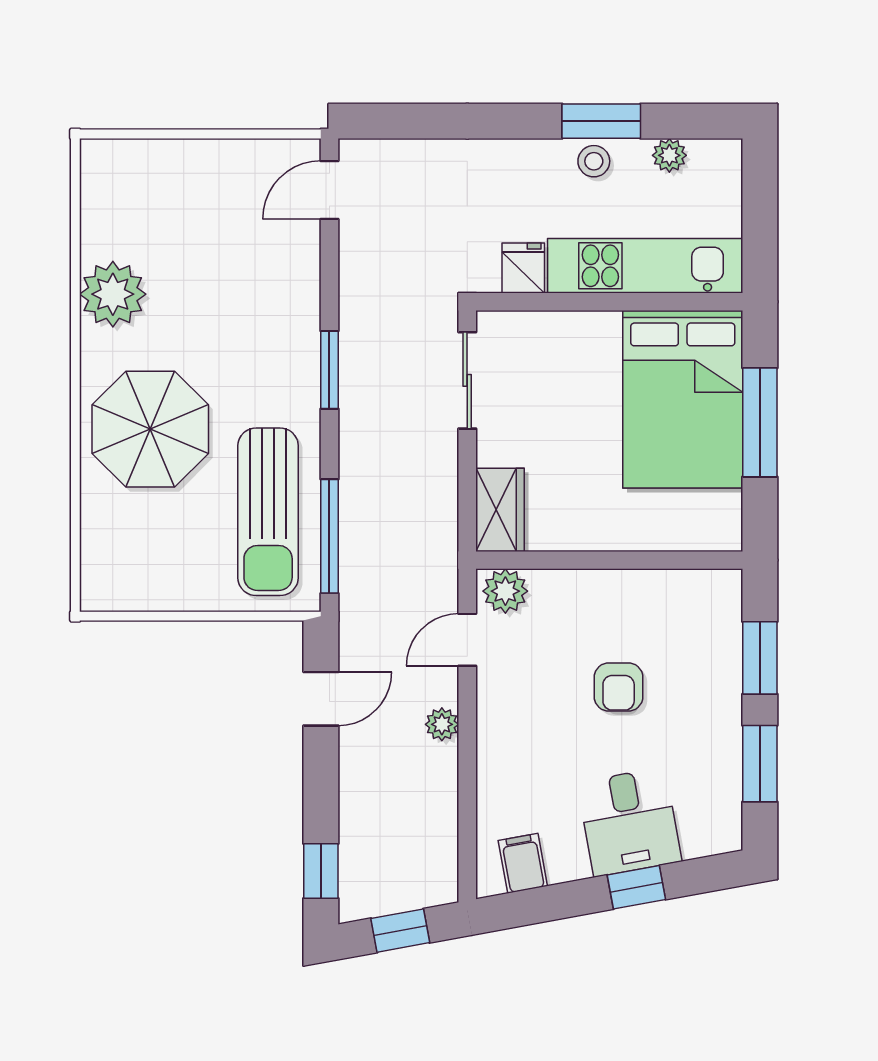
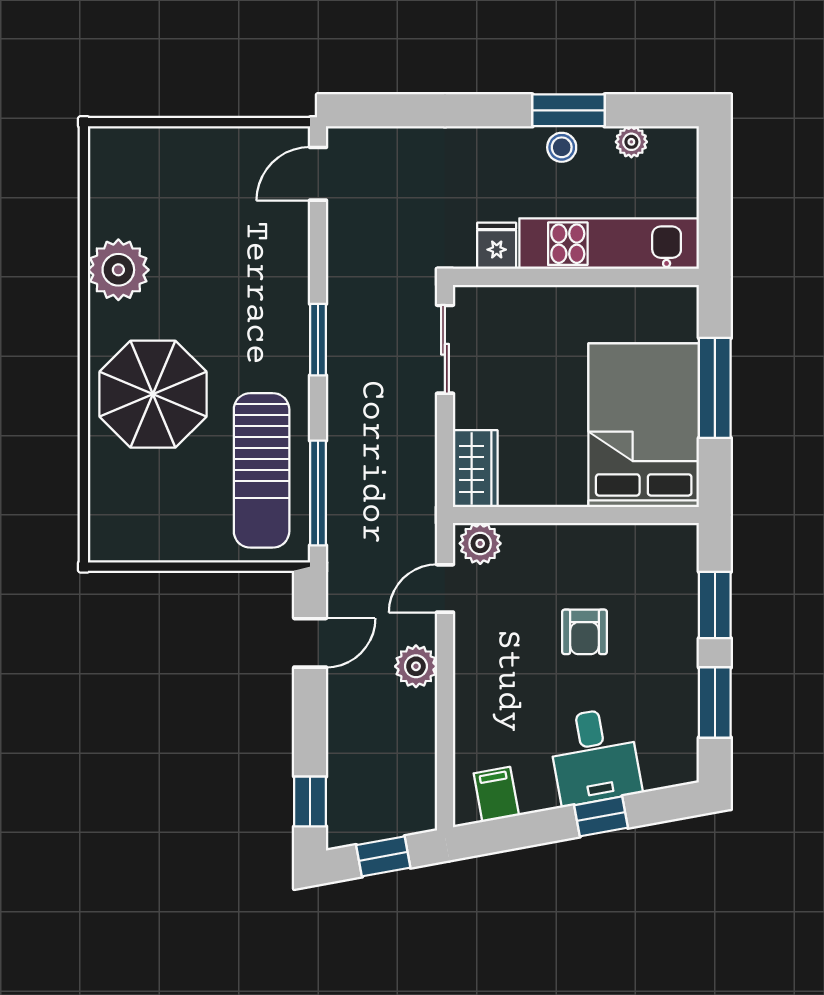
bed: (683, 399) -> (644, 425), moved, turned 180
plant: (442, 724) -> (416, 666), width x1.38, depth x1.38

